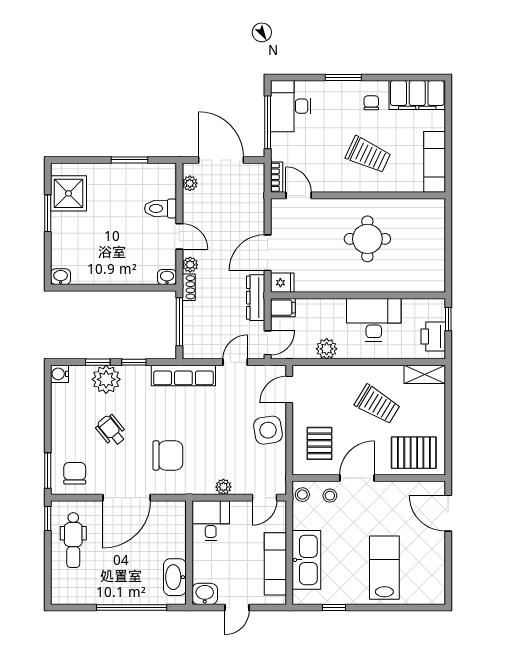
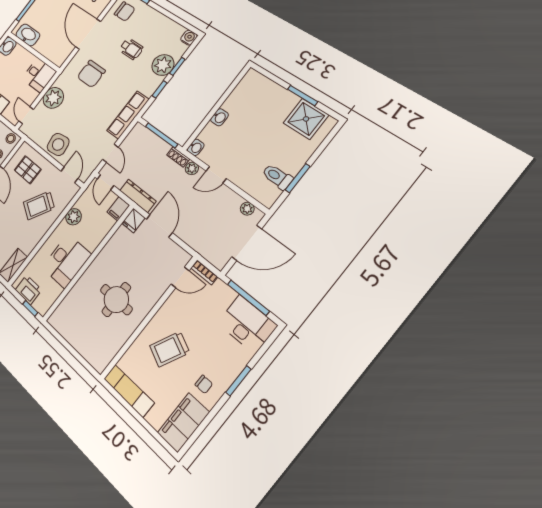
toilet: (160, 208) -> (277, 177), moved, turned -90
washbasin: (61, 277) -> (219, 117), moved
trolley: (377, 404) -> (39, 205), moved
wheelchair: (111, 430) -> (131, 49), turned 39
plant: (223, 487) -> (53, 98), width x1.88, depth x1.88

